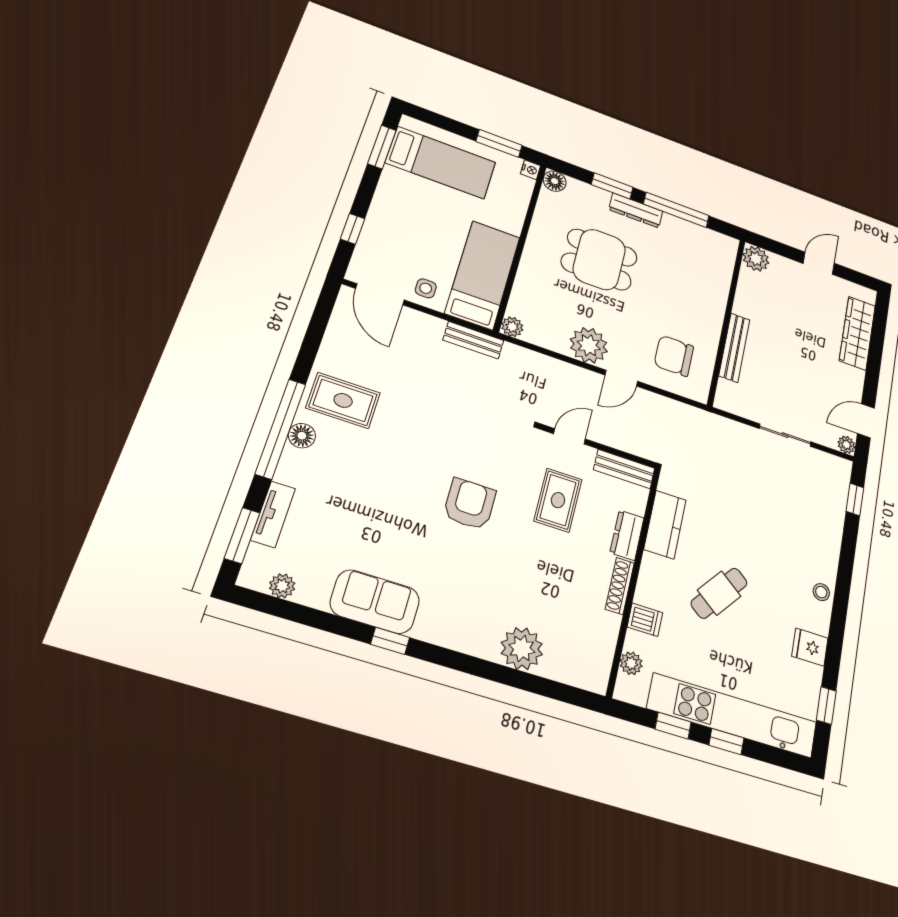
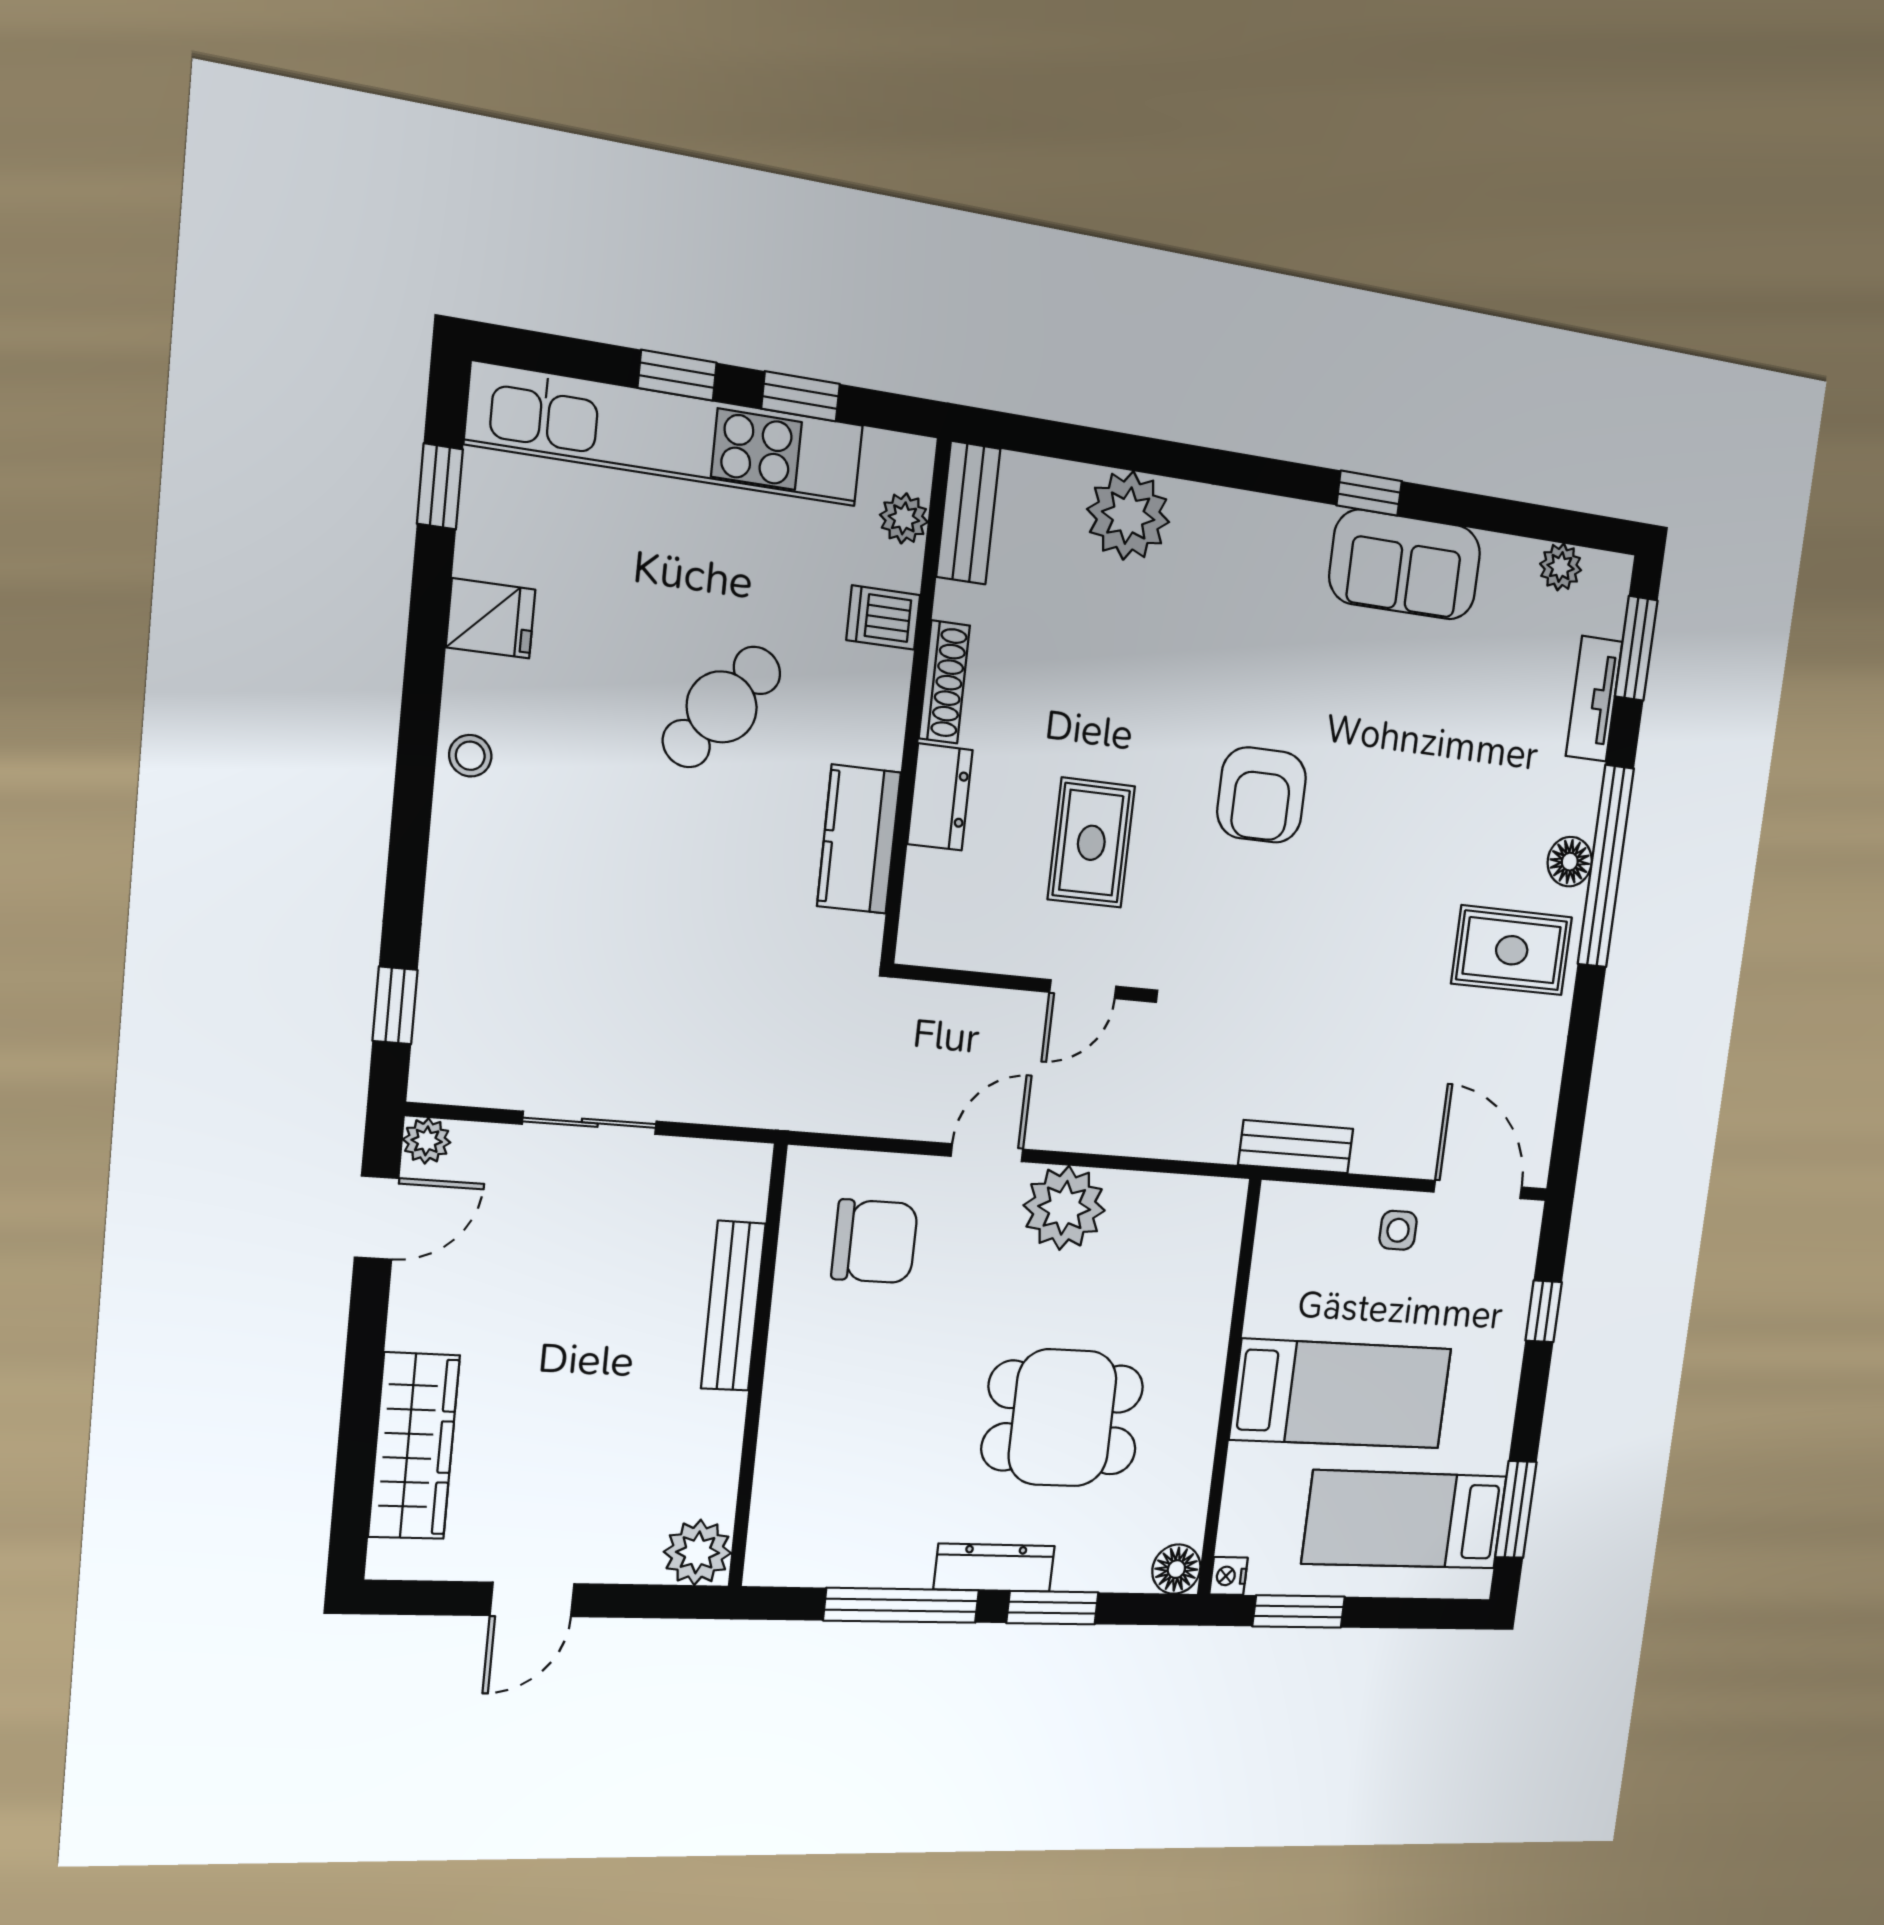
bed: (483, 275) -> (1341, 1394), moved, turned -90
plant: (512, 327) -> (1225, 1200), removed
bench: (624, 469) -> (968, 513), moved, turned 90

